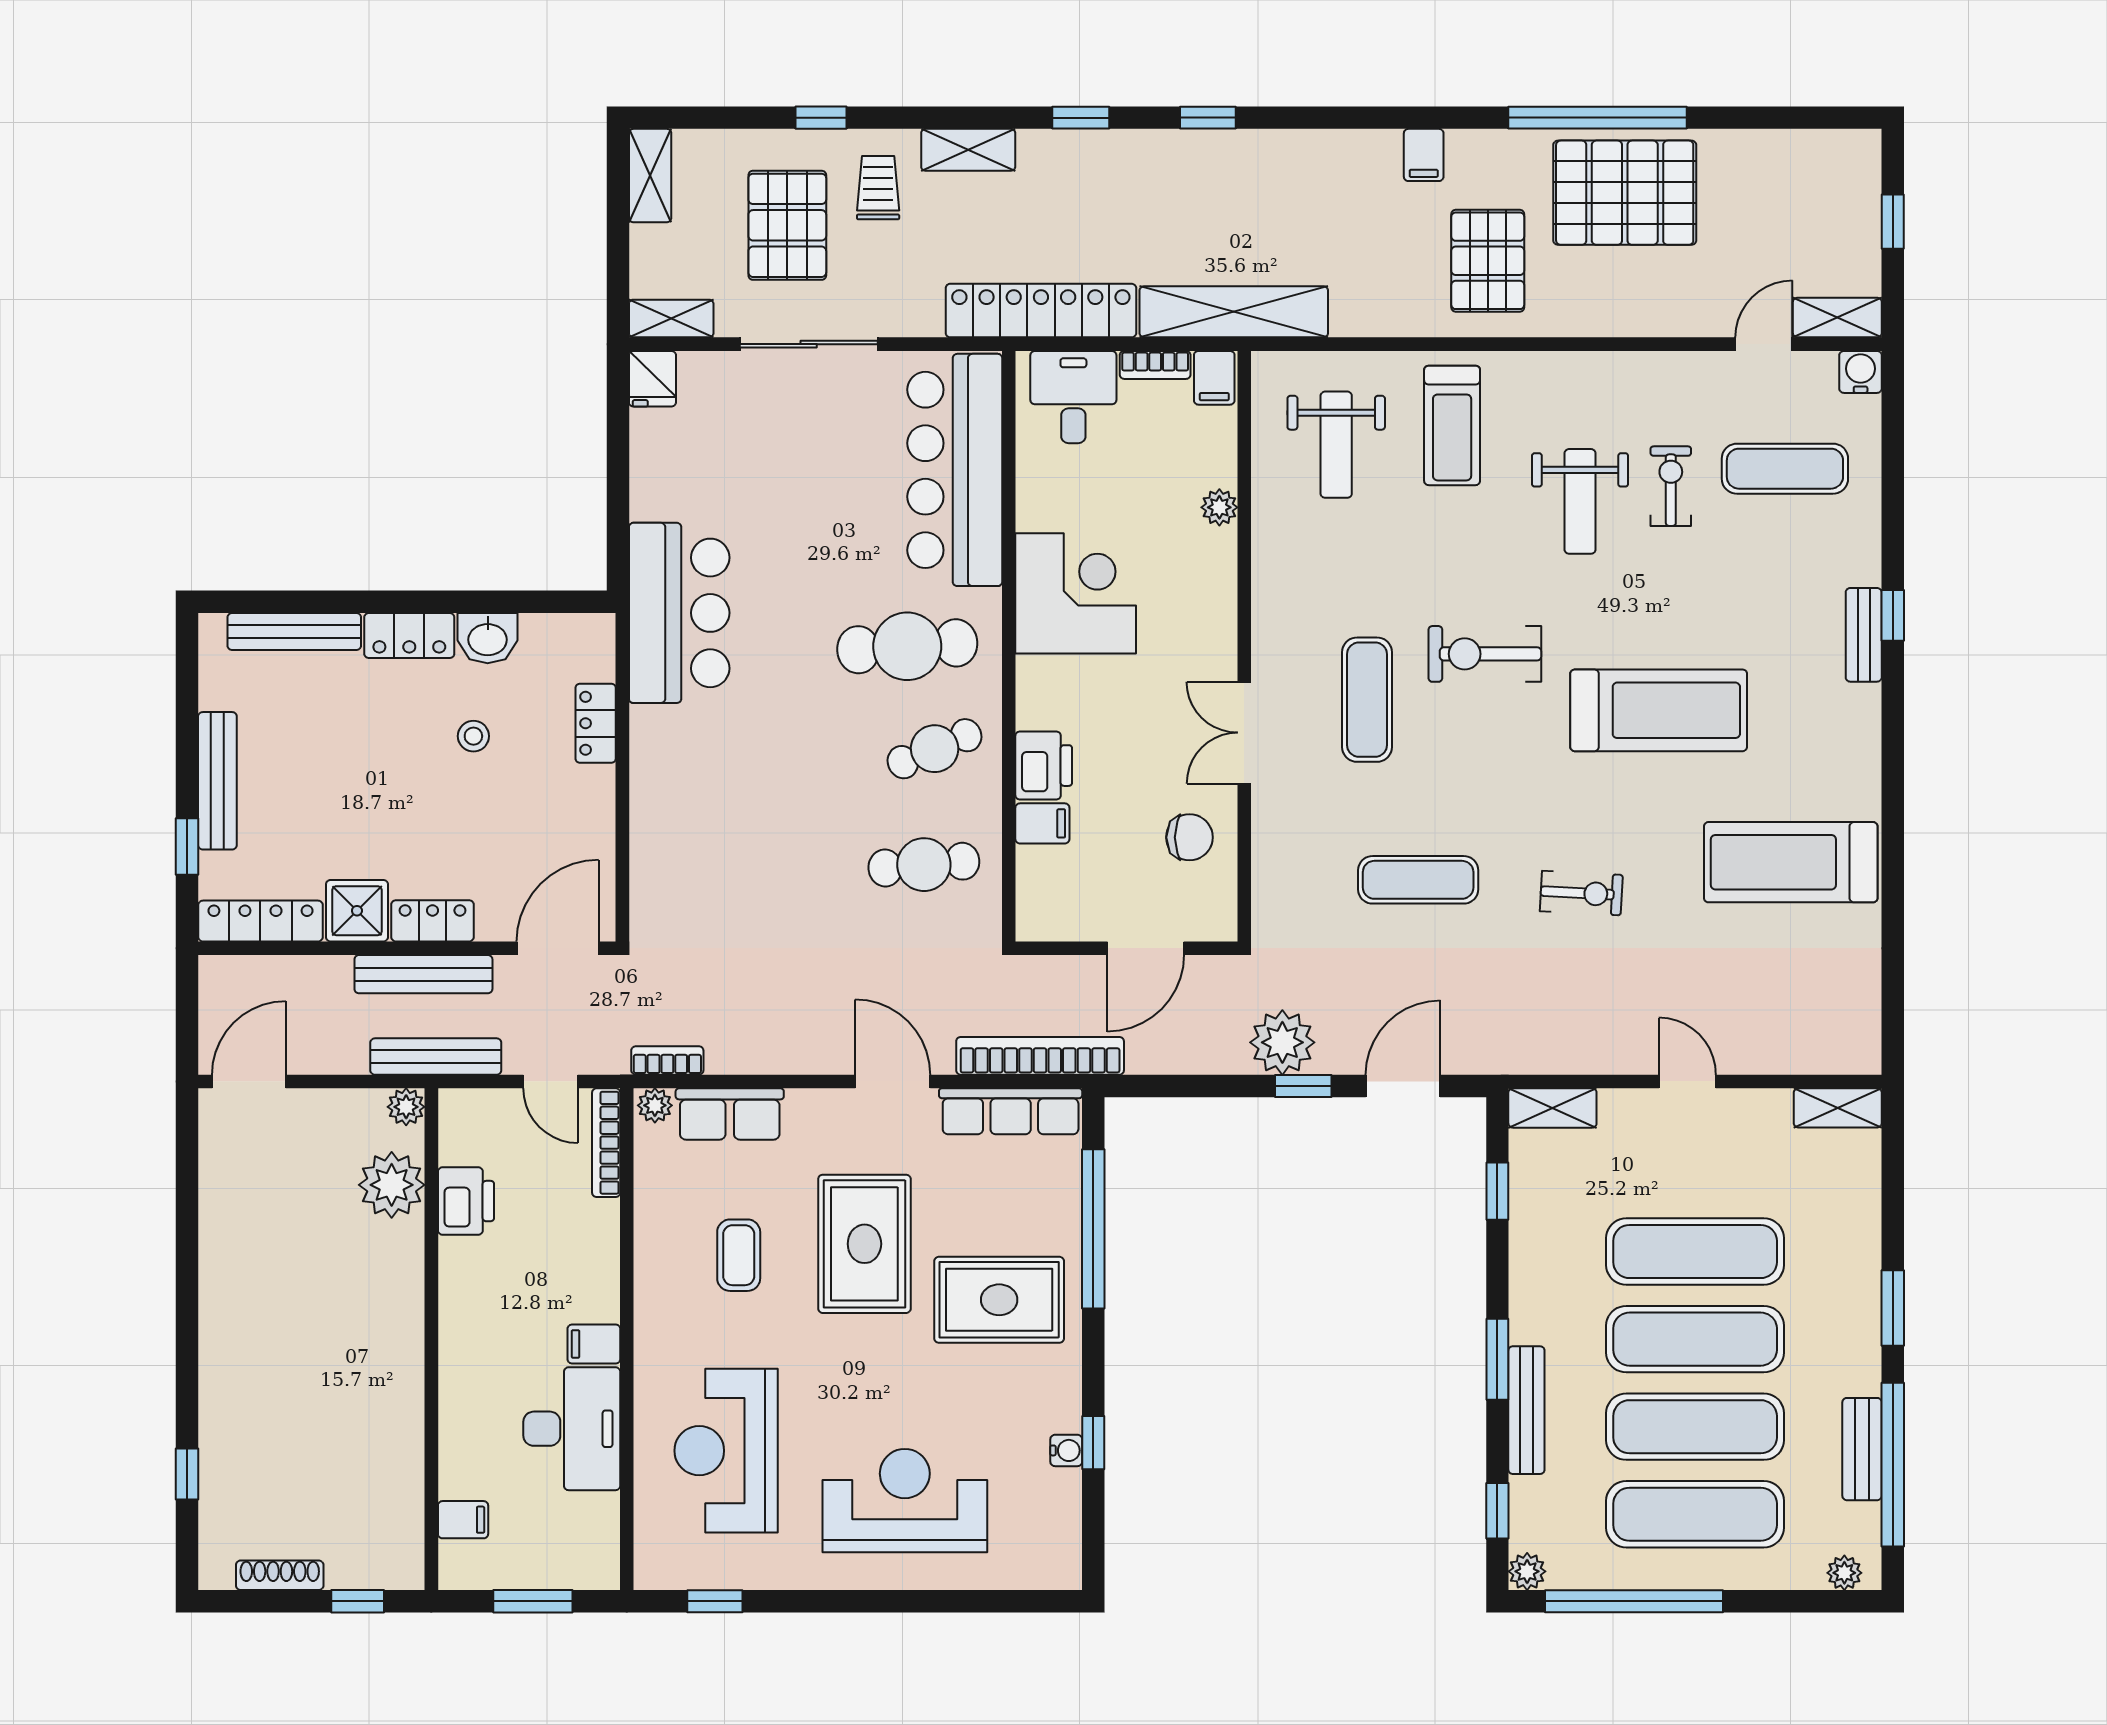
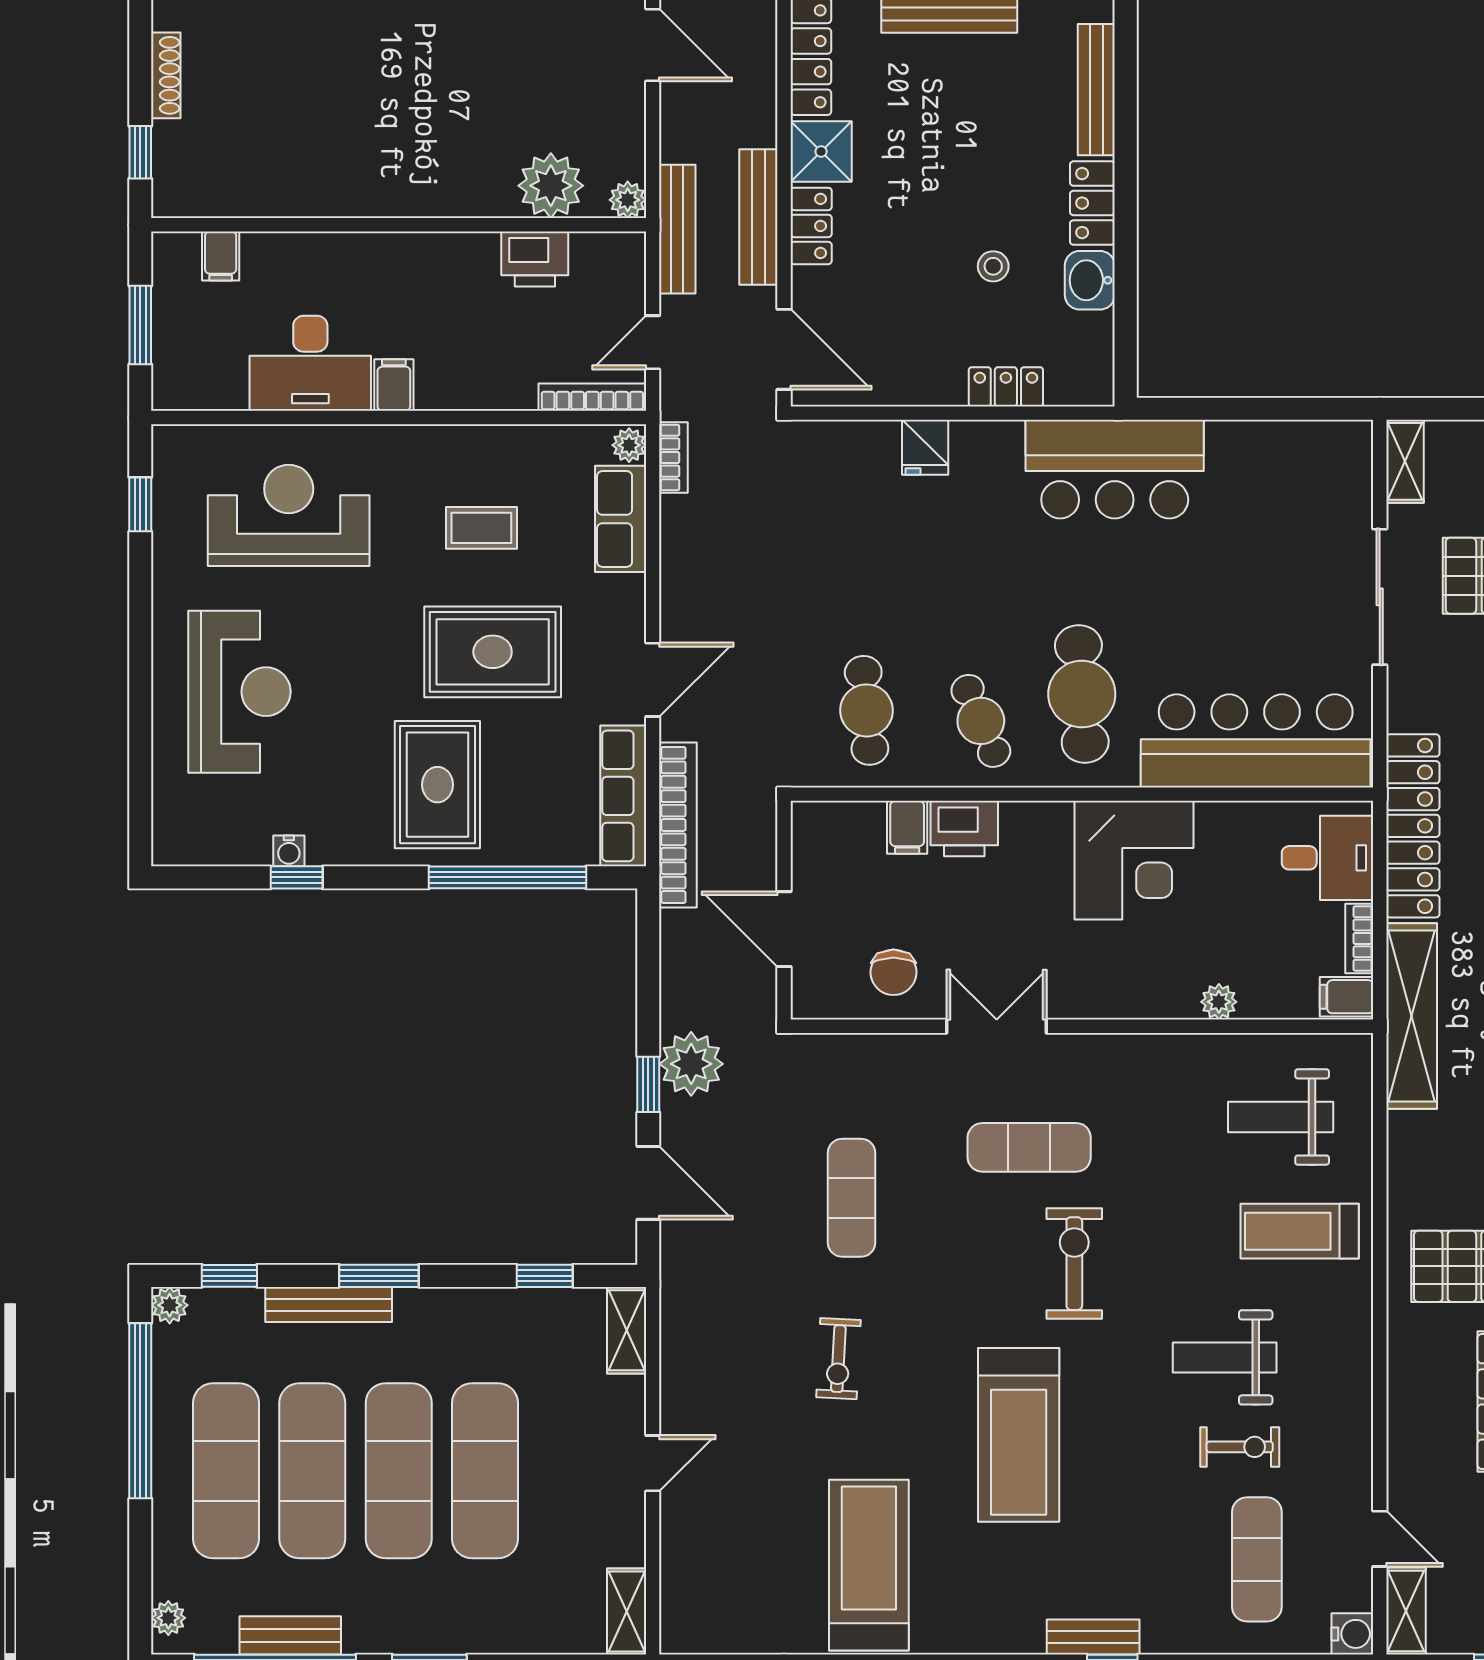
fridge: (652, 379) -> (925, 447), moved, turned -90

